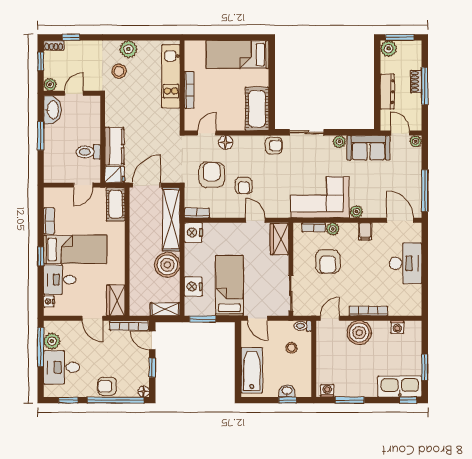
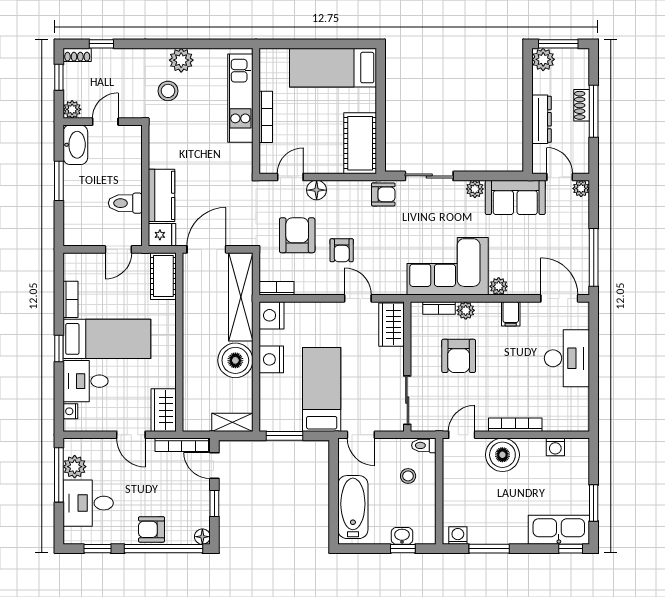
nightstand: (193, 287) -> (271, 359), moved

